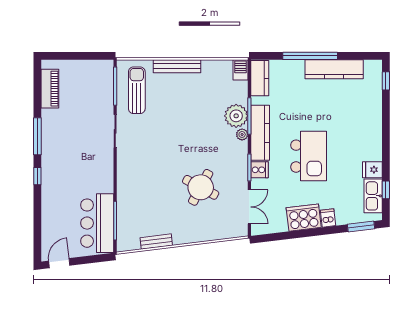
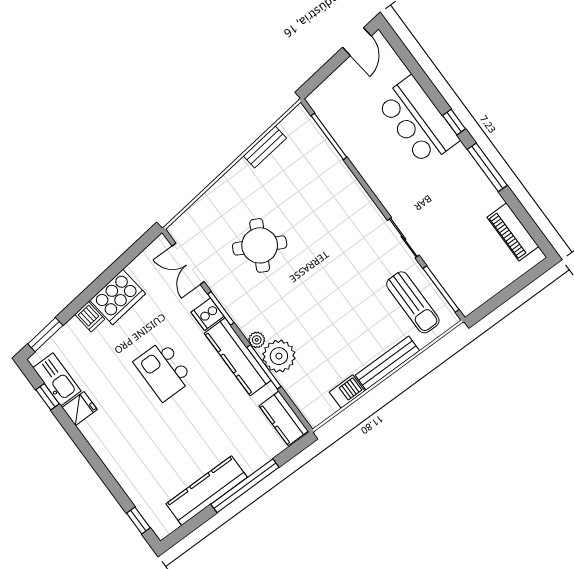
barbecue: (241, 70) -> (347, 391), moved, turned -90
kitchen island: (309, 156) -> (163, 371), width x0.73, depth x0.78
bar counter: (97, 223) -> (418, 121), moved, turned 180

